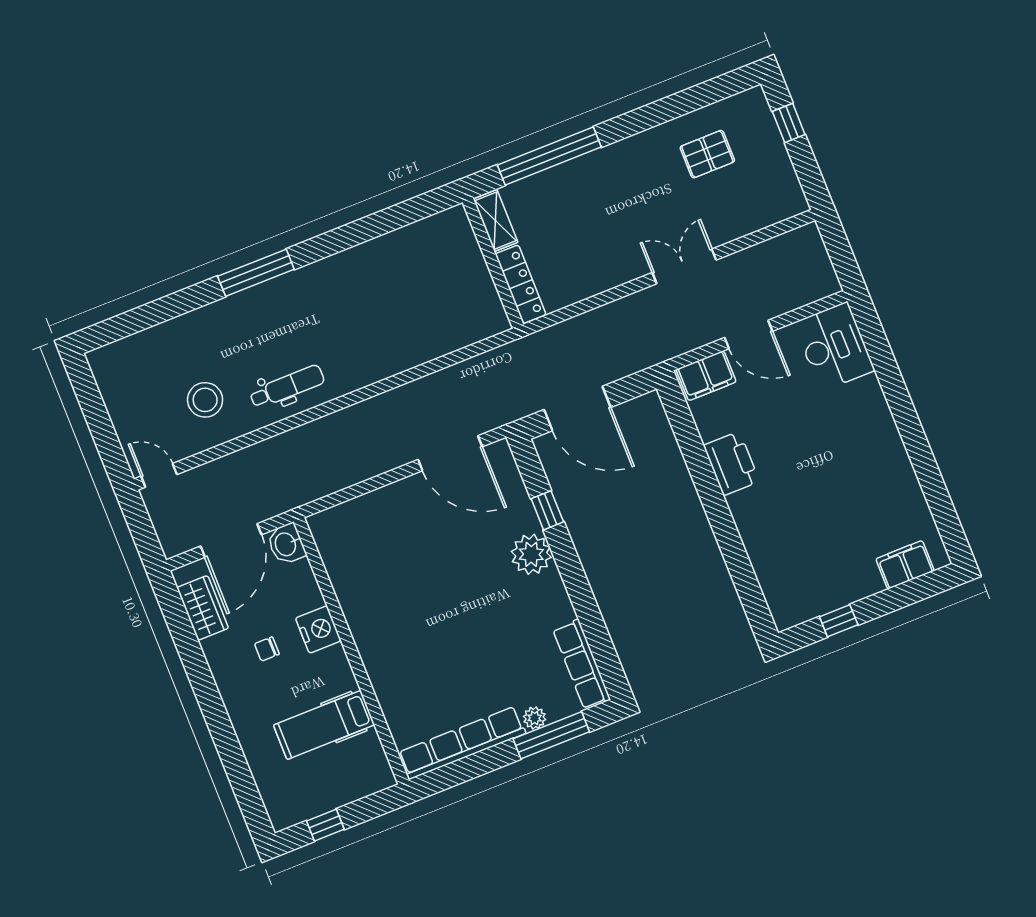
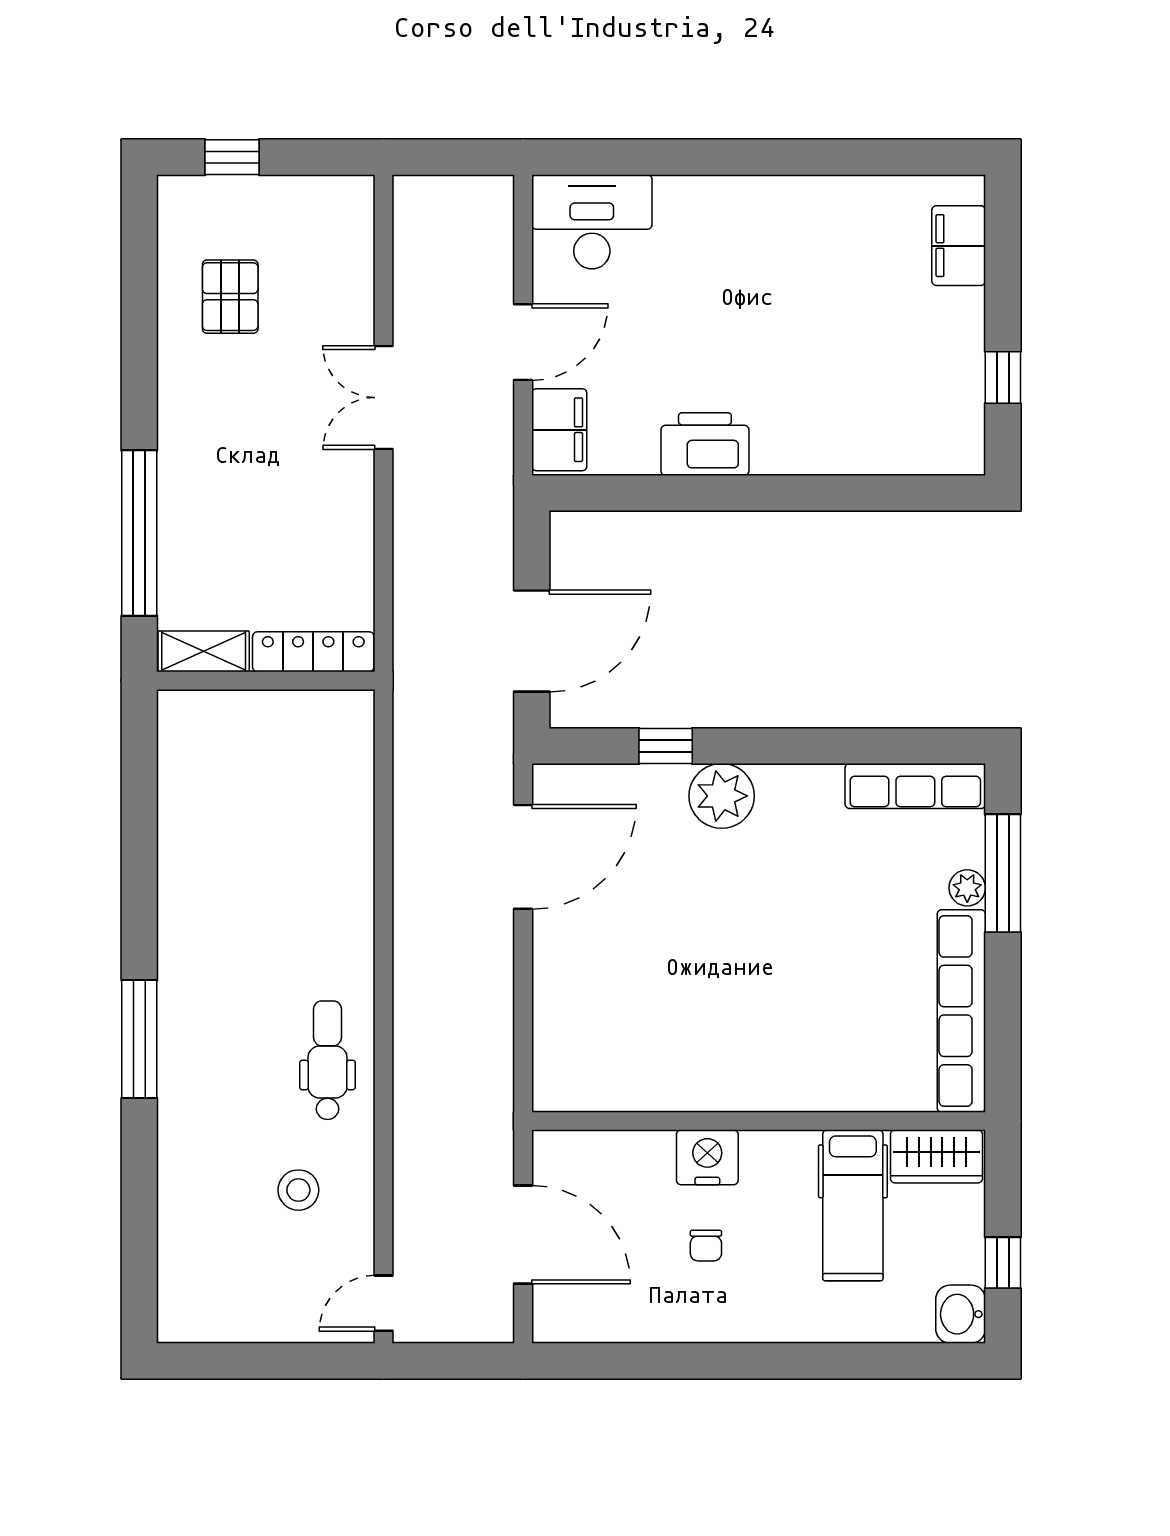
stool: (205, 400) -> (298, 1190), width x0.73, depth x0.73
washbasin: (286, 544) -> (961, 1314), moved, turned 90
wardrobe: (203, 608) -> (936, 1156), moved, turned 180

